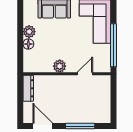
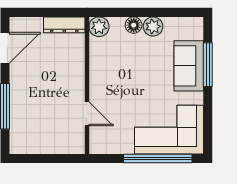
window: (113, 45) -> (158, 159), moved
plant: (60, 66) -> (99, 27), moved

